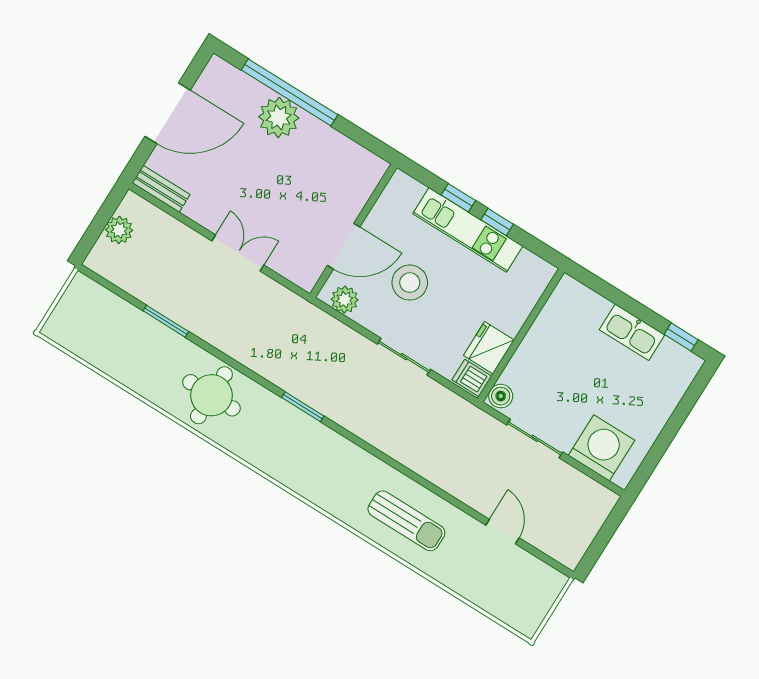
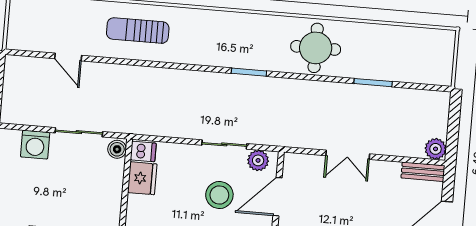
plant: (119, 230) -> (436, 149), moved
sliding door: (404, 357) -> (224, 144), moved
washing machine: (602, 448) -> (35, 145), width x0.73, depth x0.73

